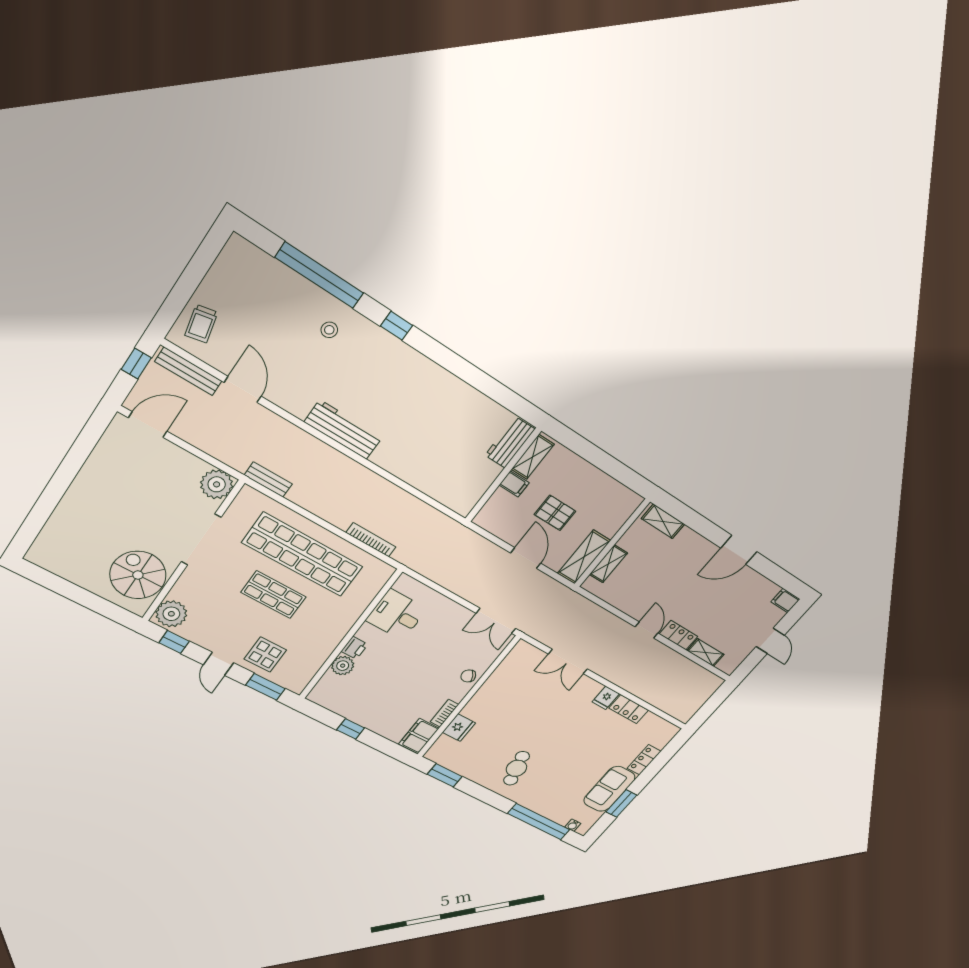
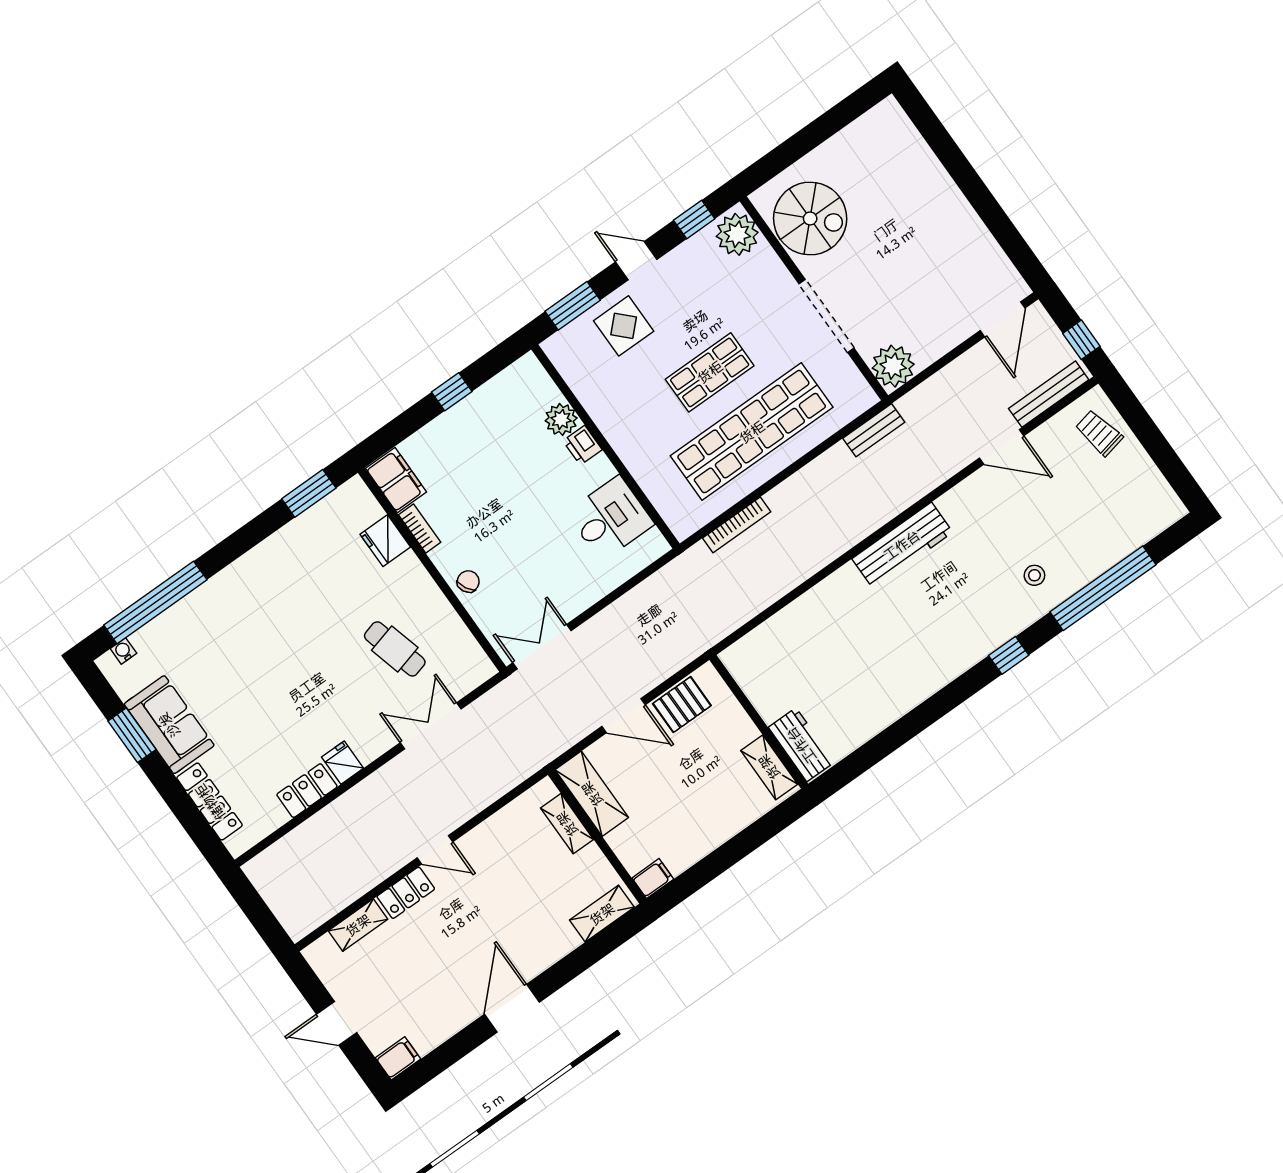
filing cabinet: (514, 484) -> (653, 879), moved, turned 180
pallet: (555, 513) -> (682, 705), moved
locker: (644, 760) -> (210, 802), width x1.53
cafe table: (516, 768) -> (395, 649), moved

